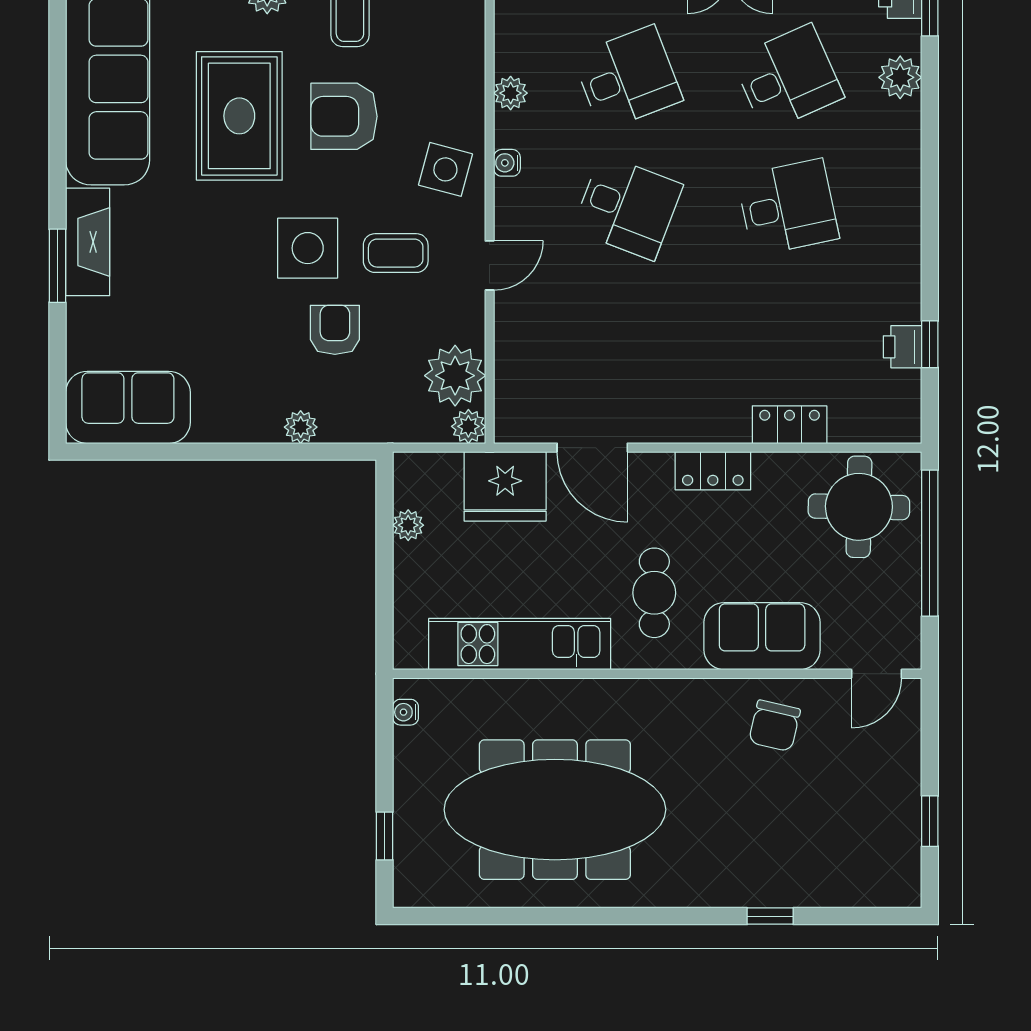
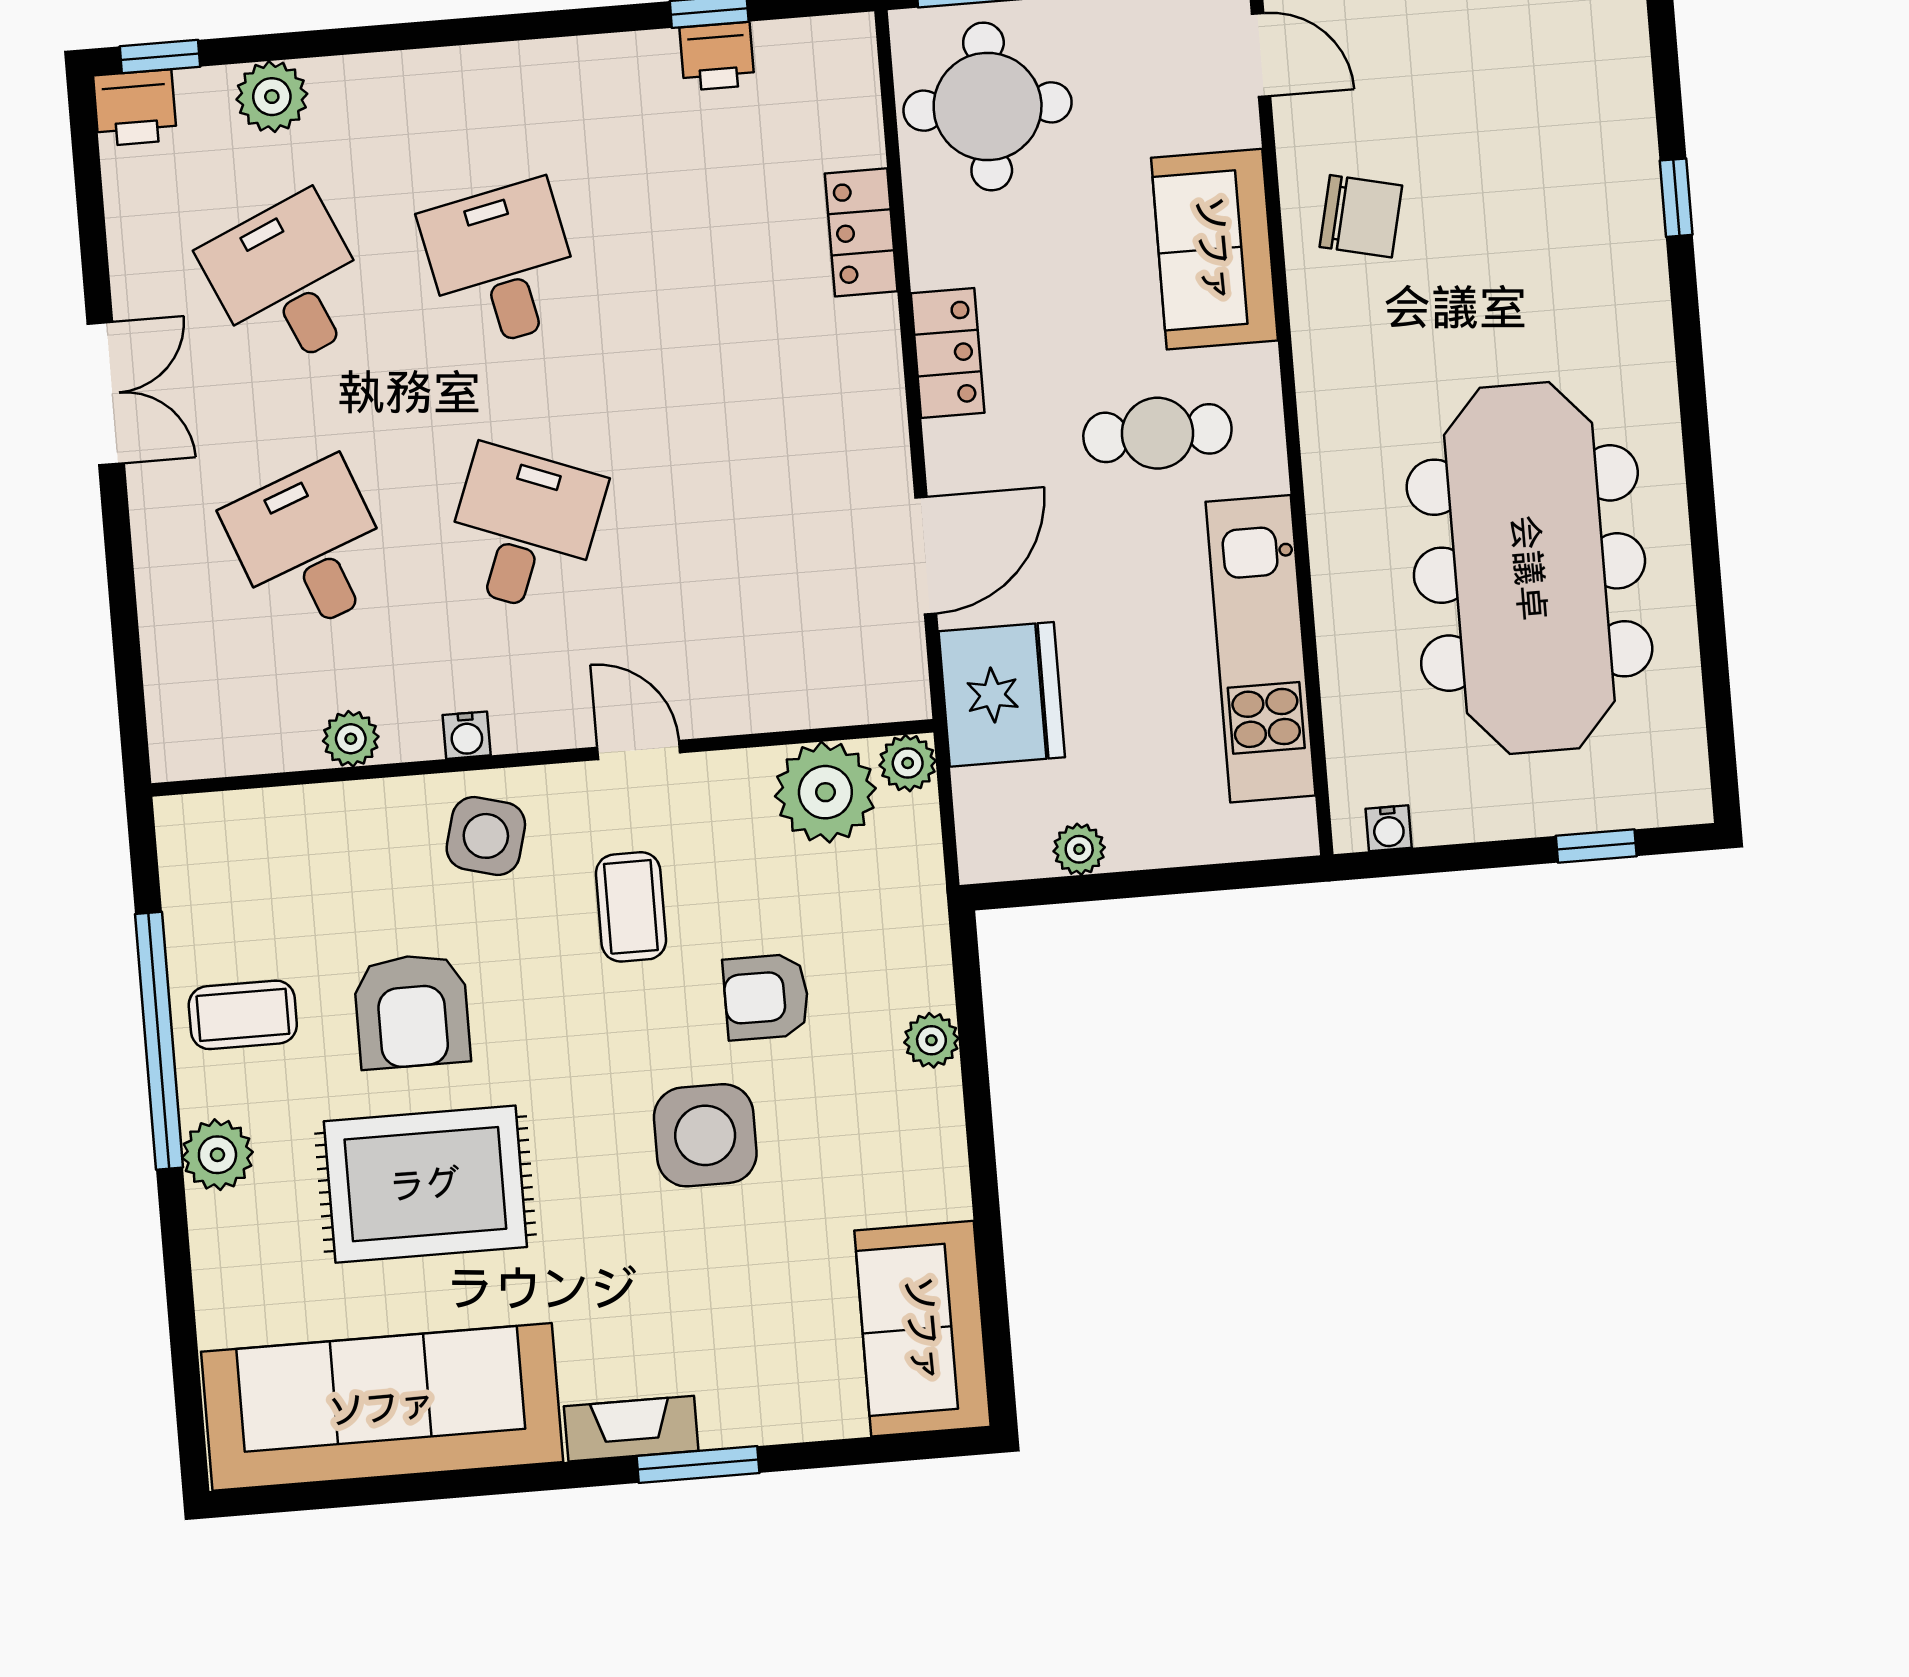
fireplace: (88, 242) -> (631, 1429), width x0.73, depth x0.76
side table: (308, 248) -> (705, 1135), moved

